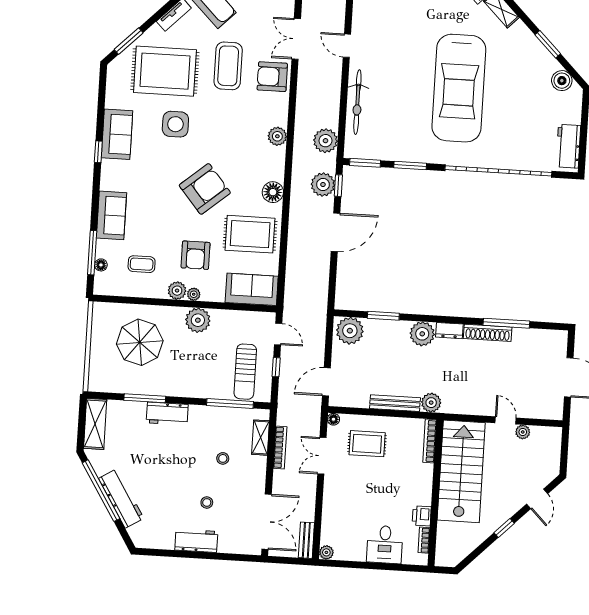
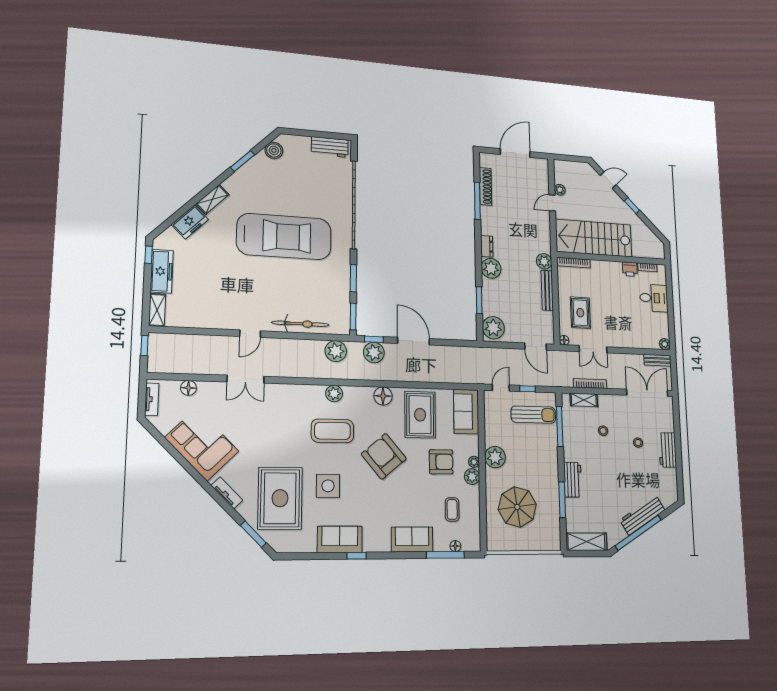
coffee table: (228, 66) -> (332, 431), moved
armchair: (272, 77) -> (281, 400), removed
shoe rack: (488, 333) -> (485, 186), moved

